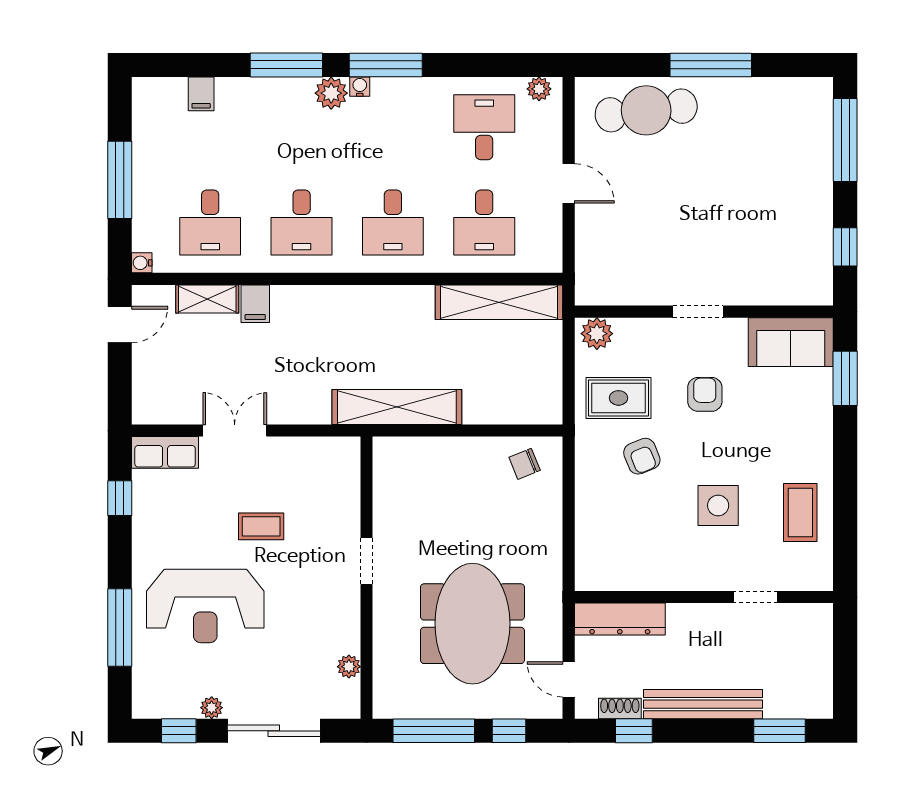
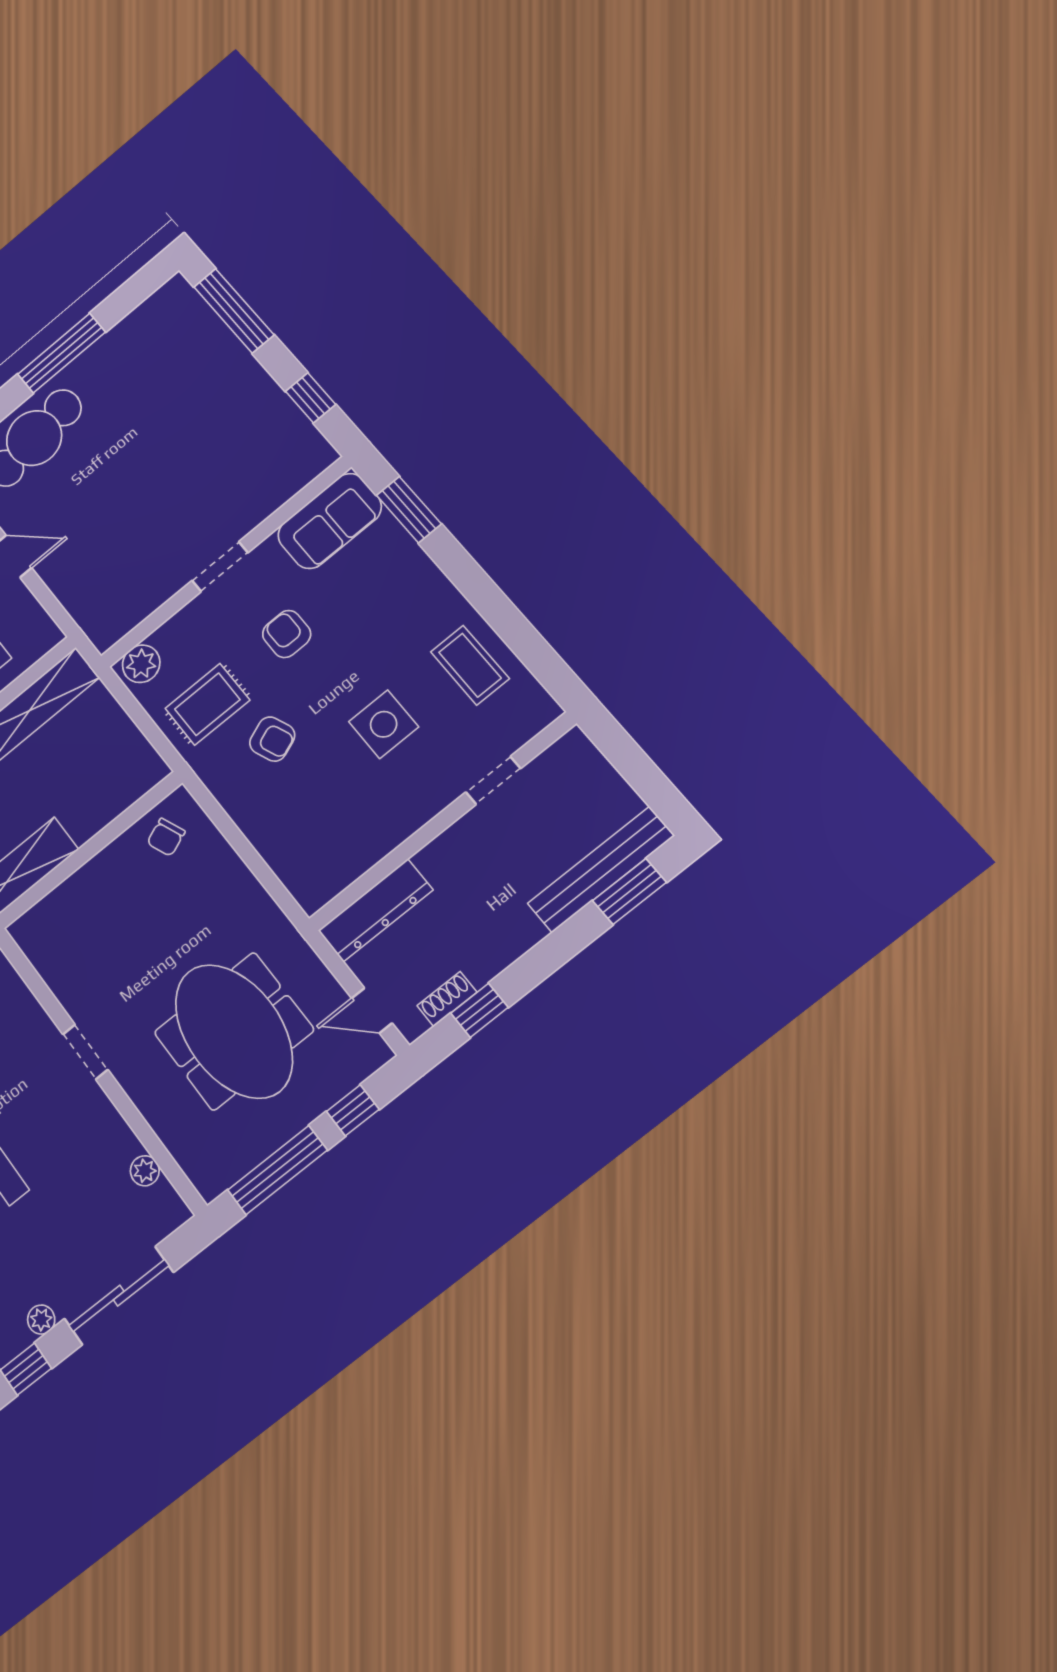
bench: (703, 704) -> (601, 870), moved

